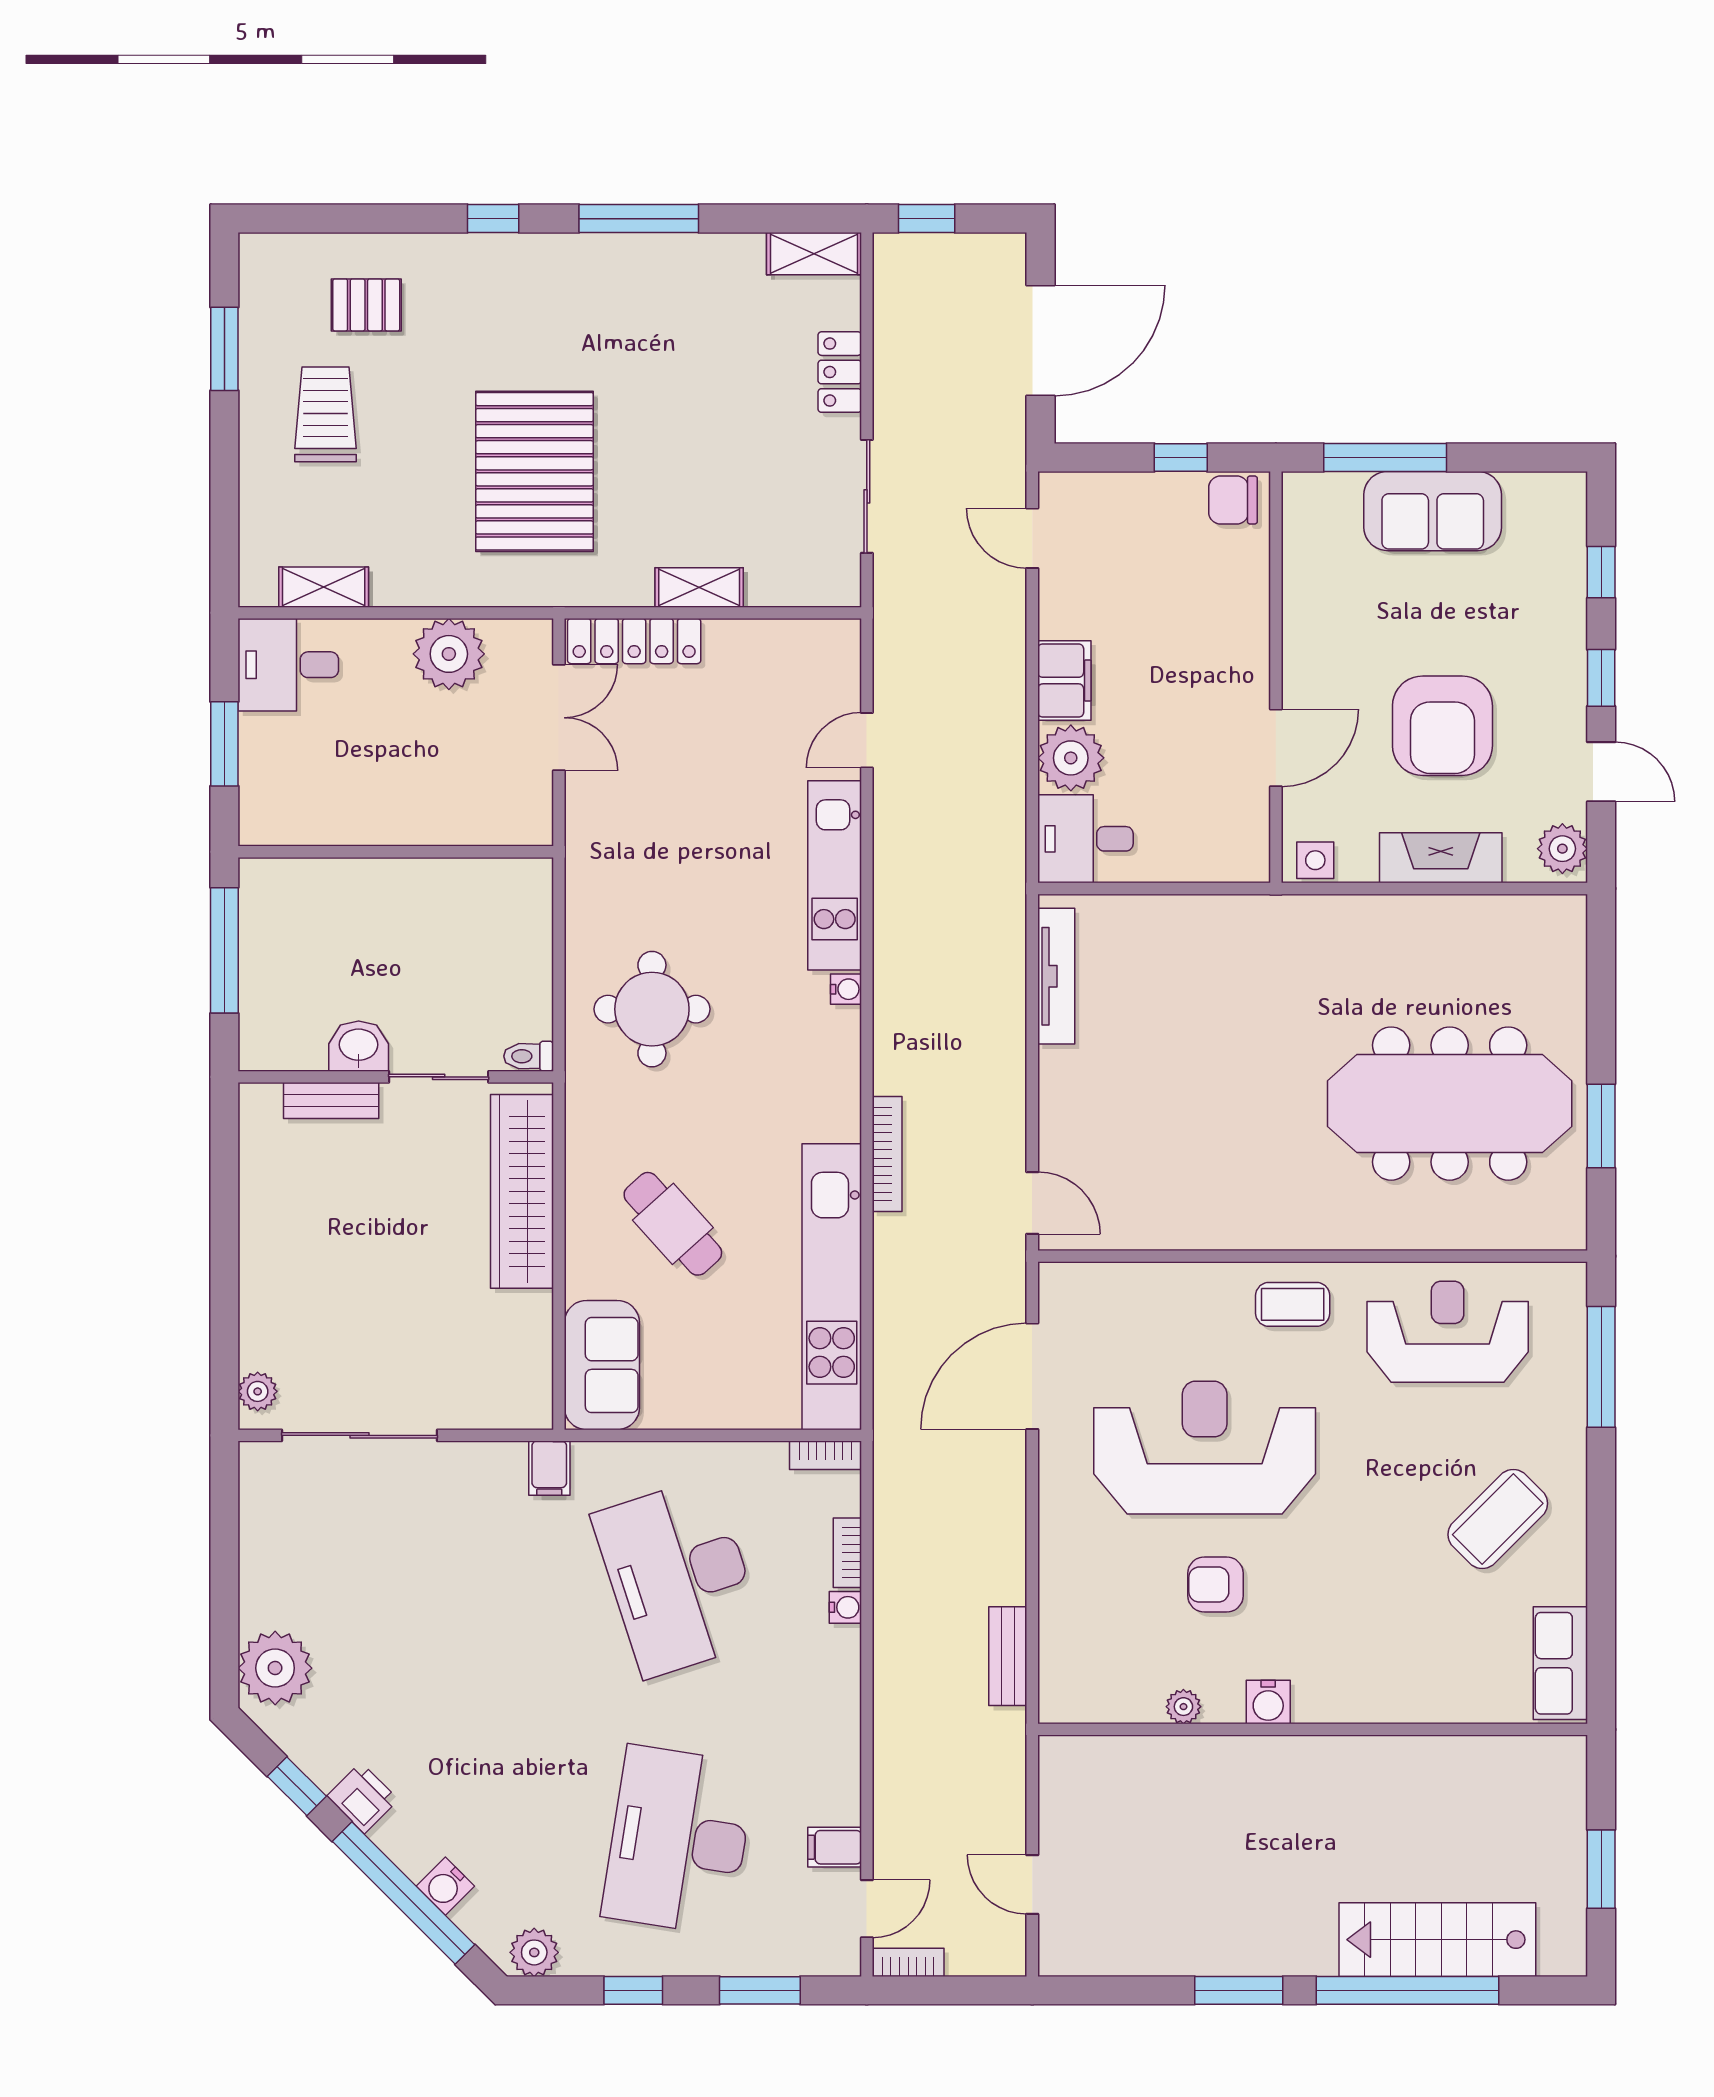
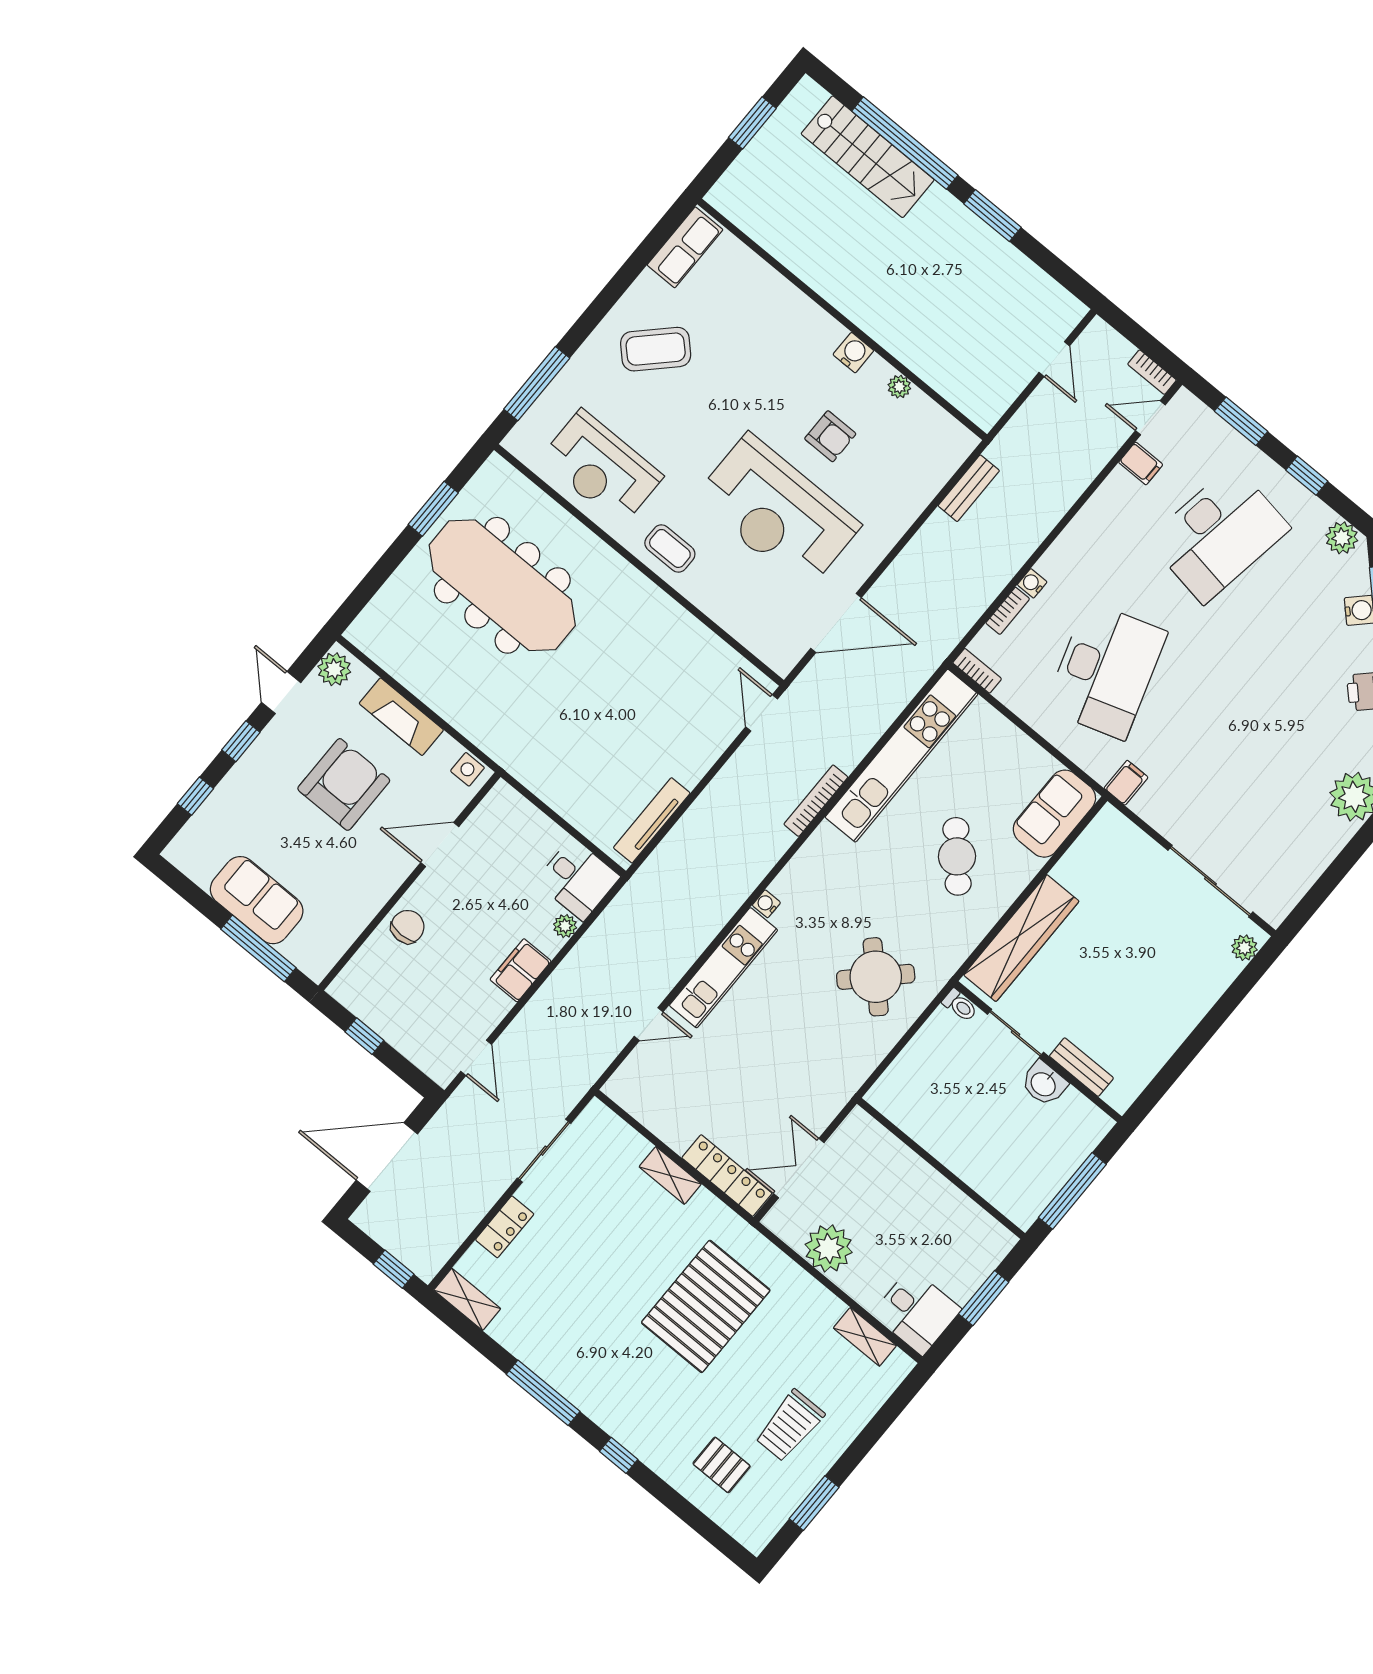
chair: (1233, 500) -> (408, 927), moved, turned -90
plant: (1071, 758) -> (565, 926), width x0.53, depth x0.53
round table: (652, 1009) -> (876, 977), turned 45

